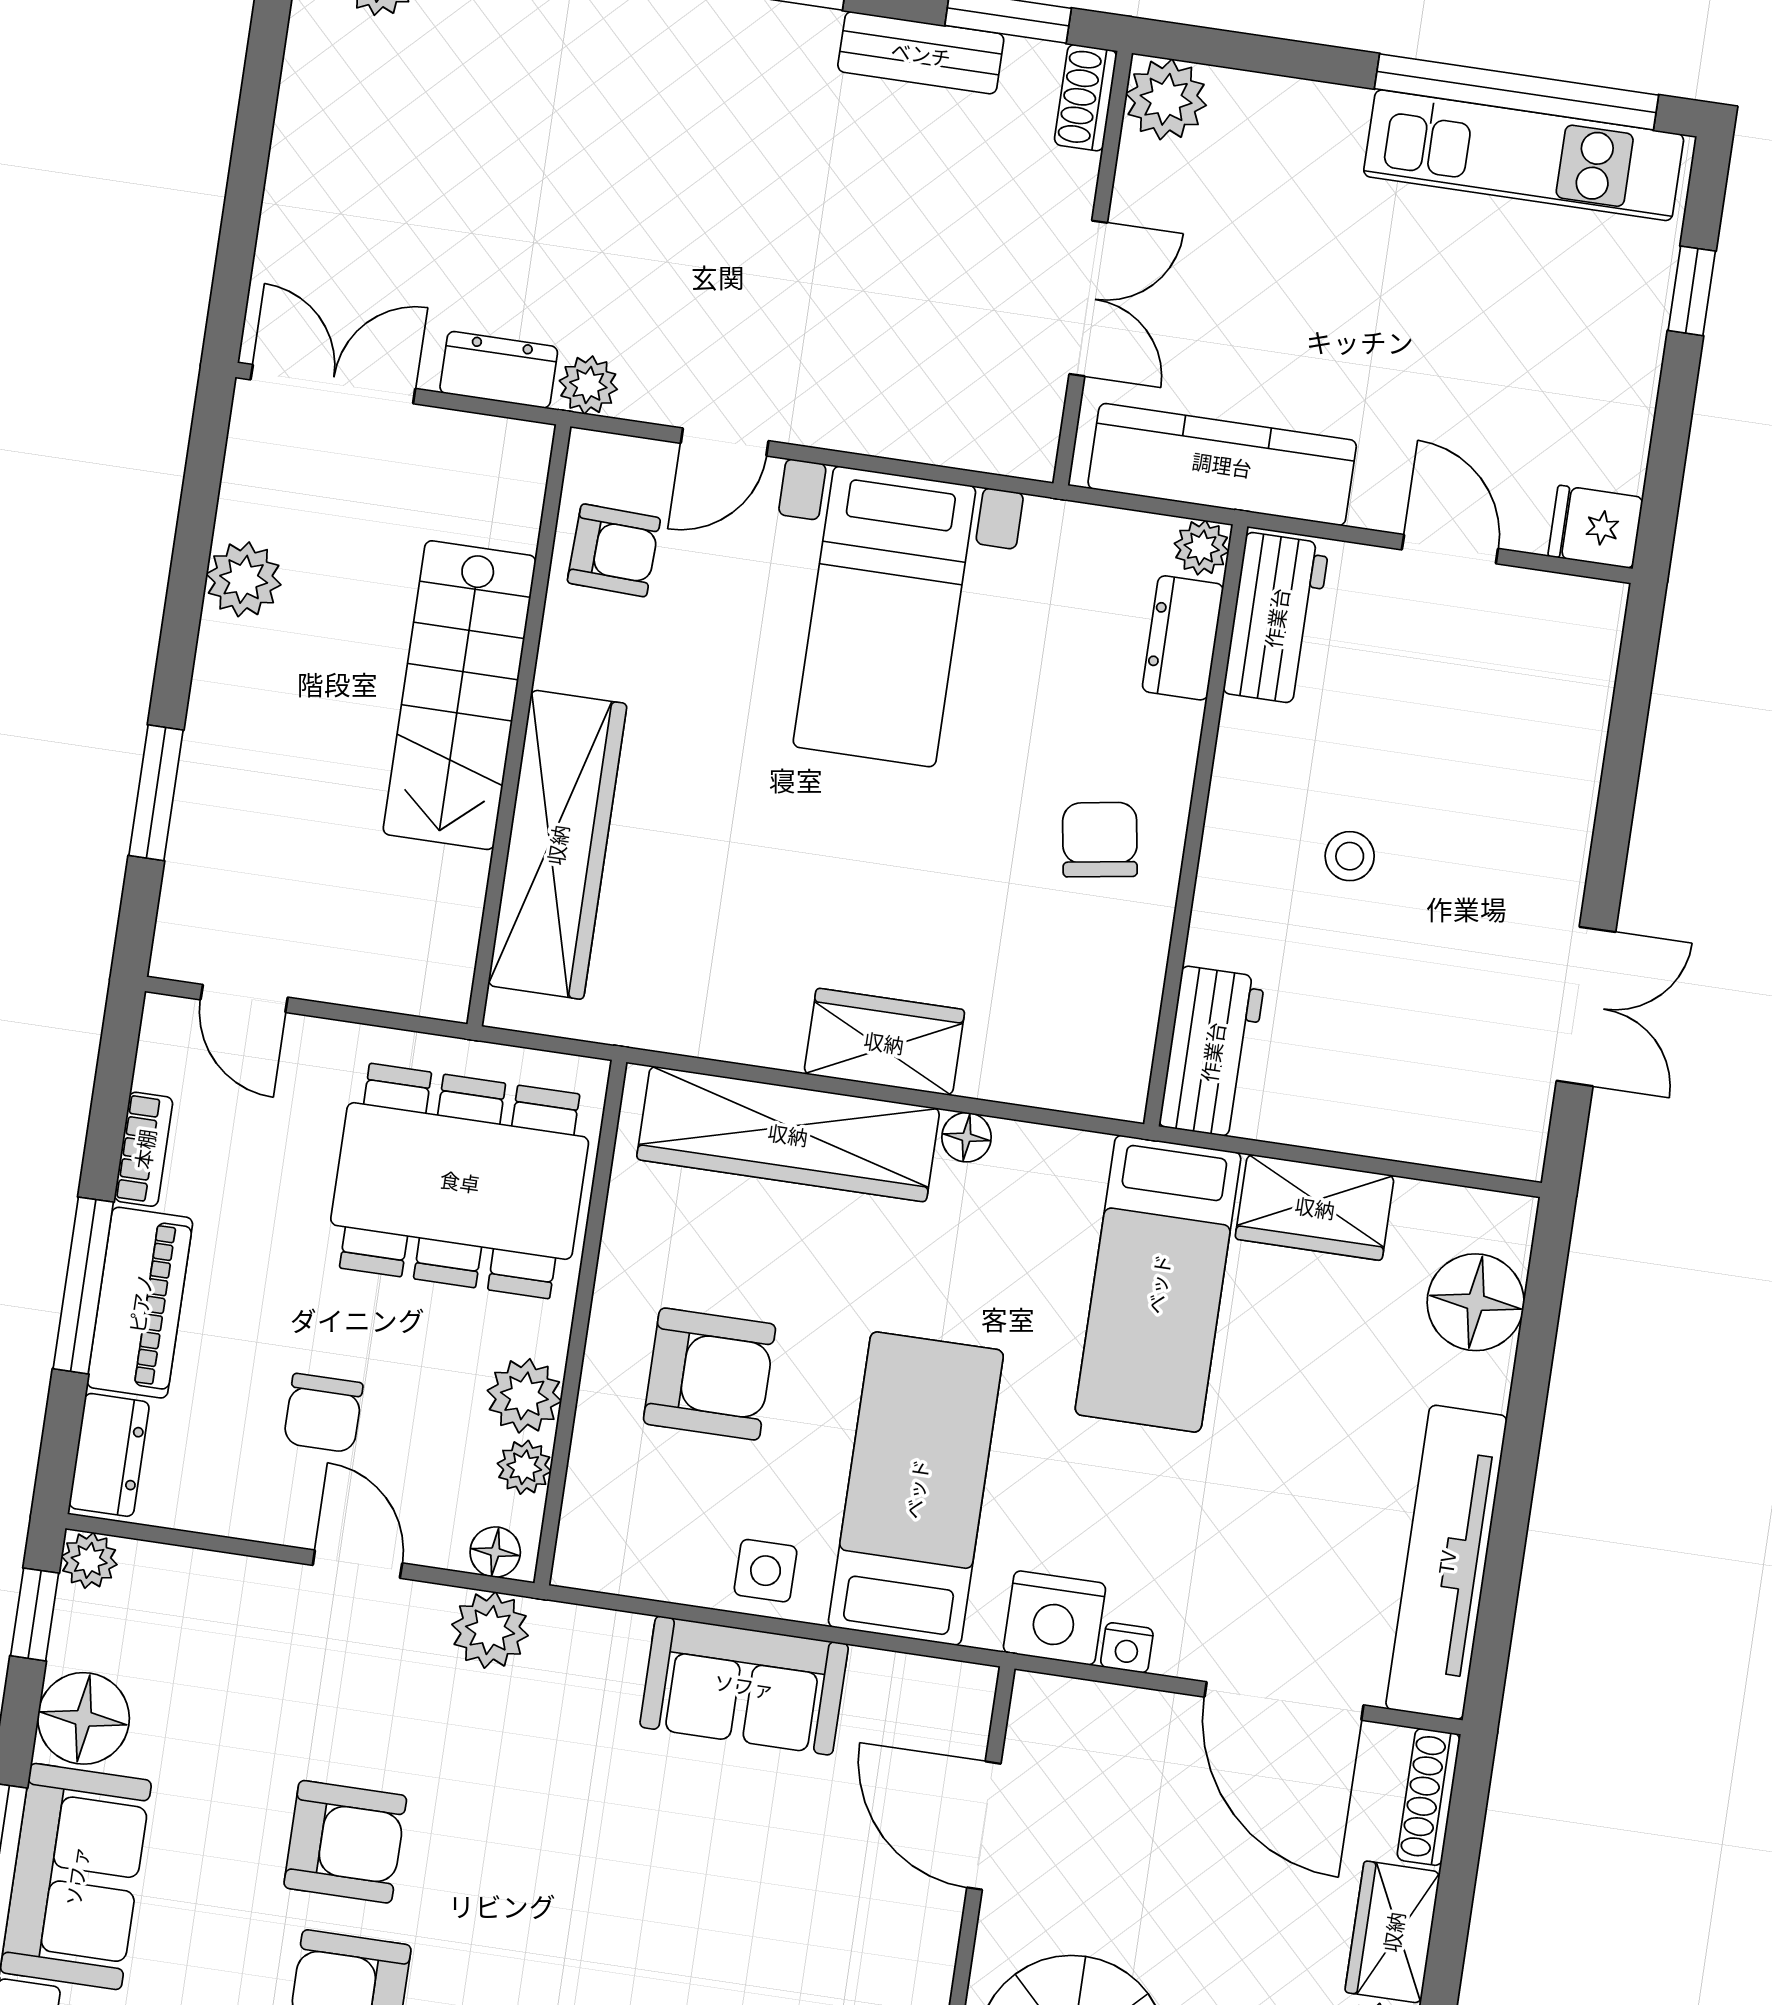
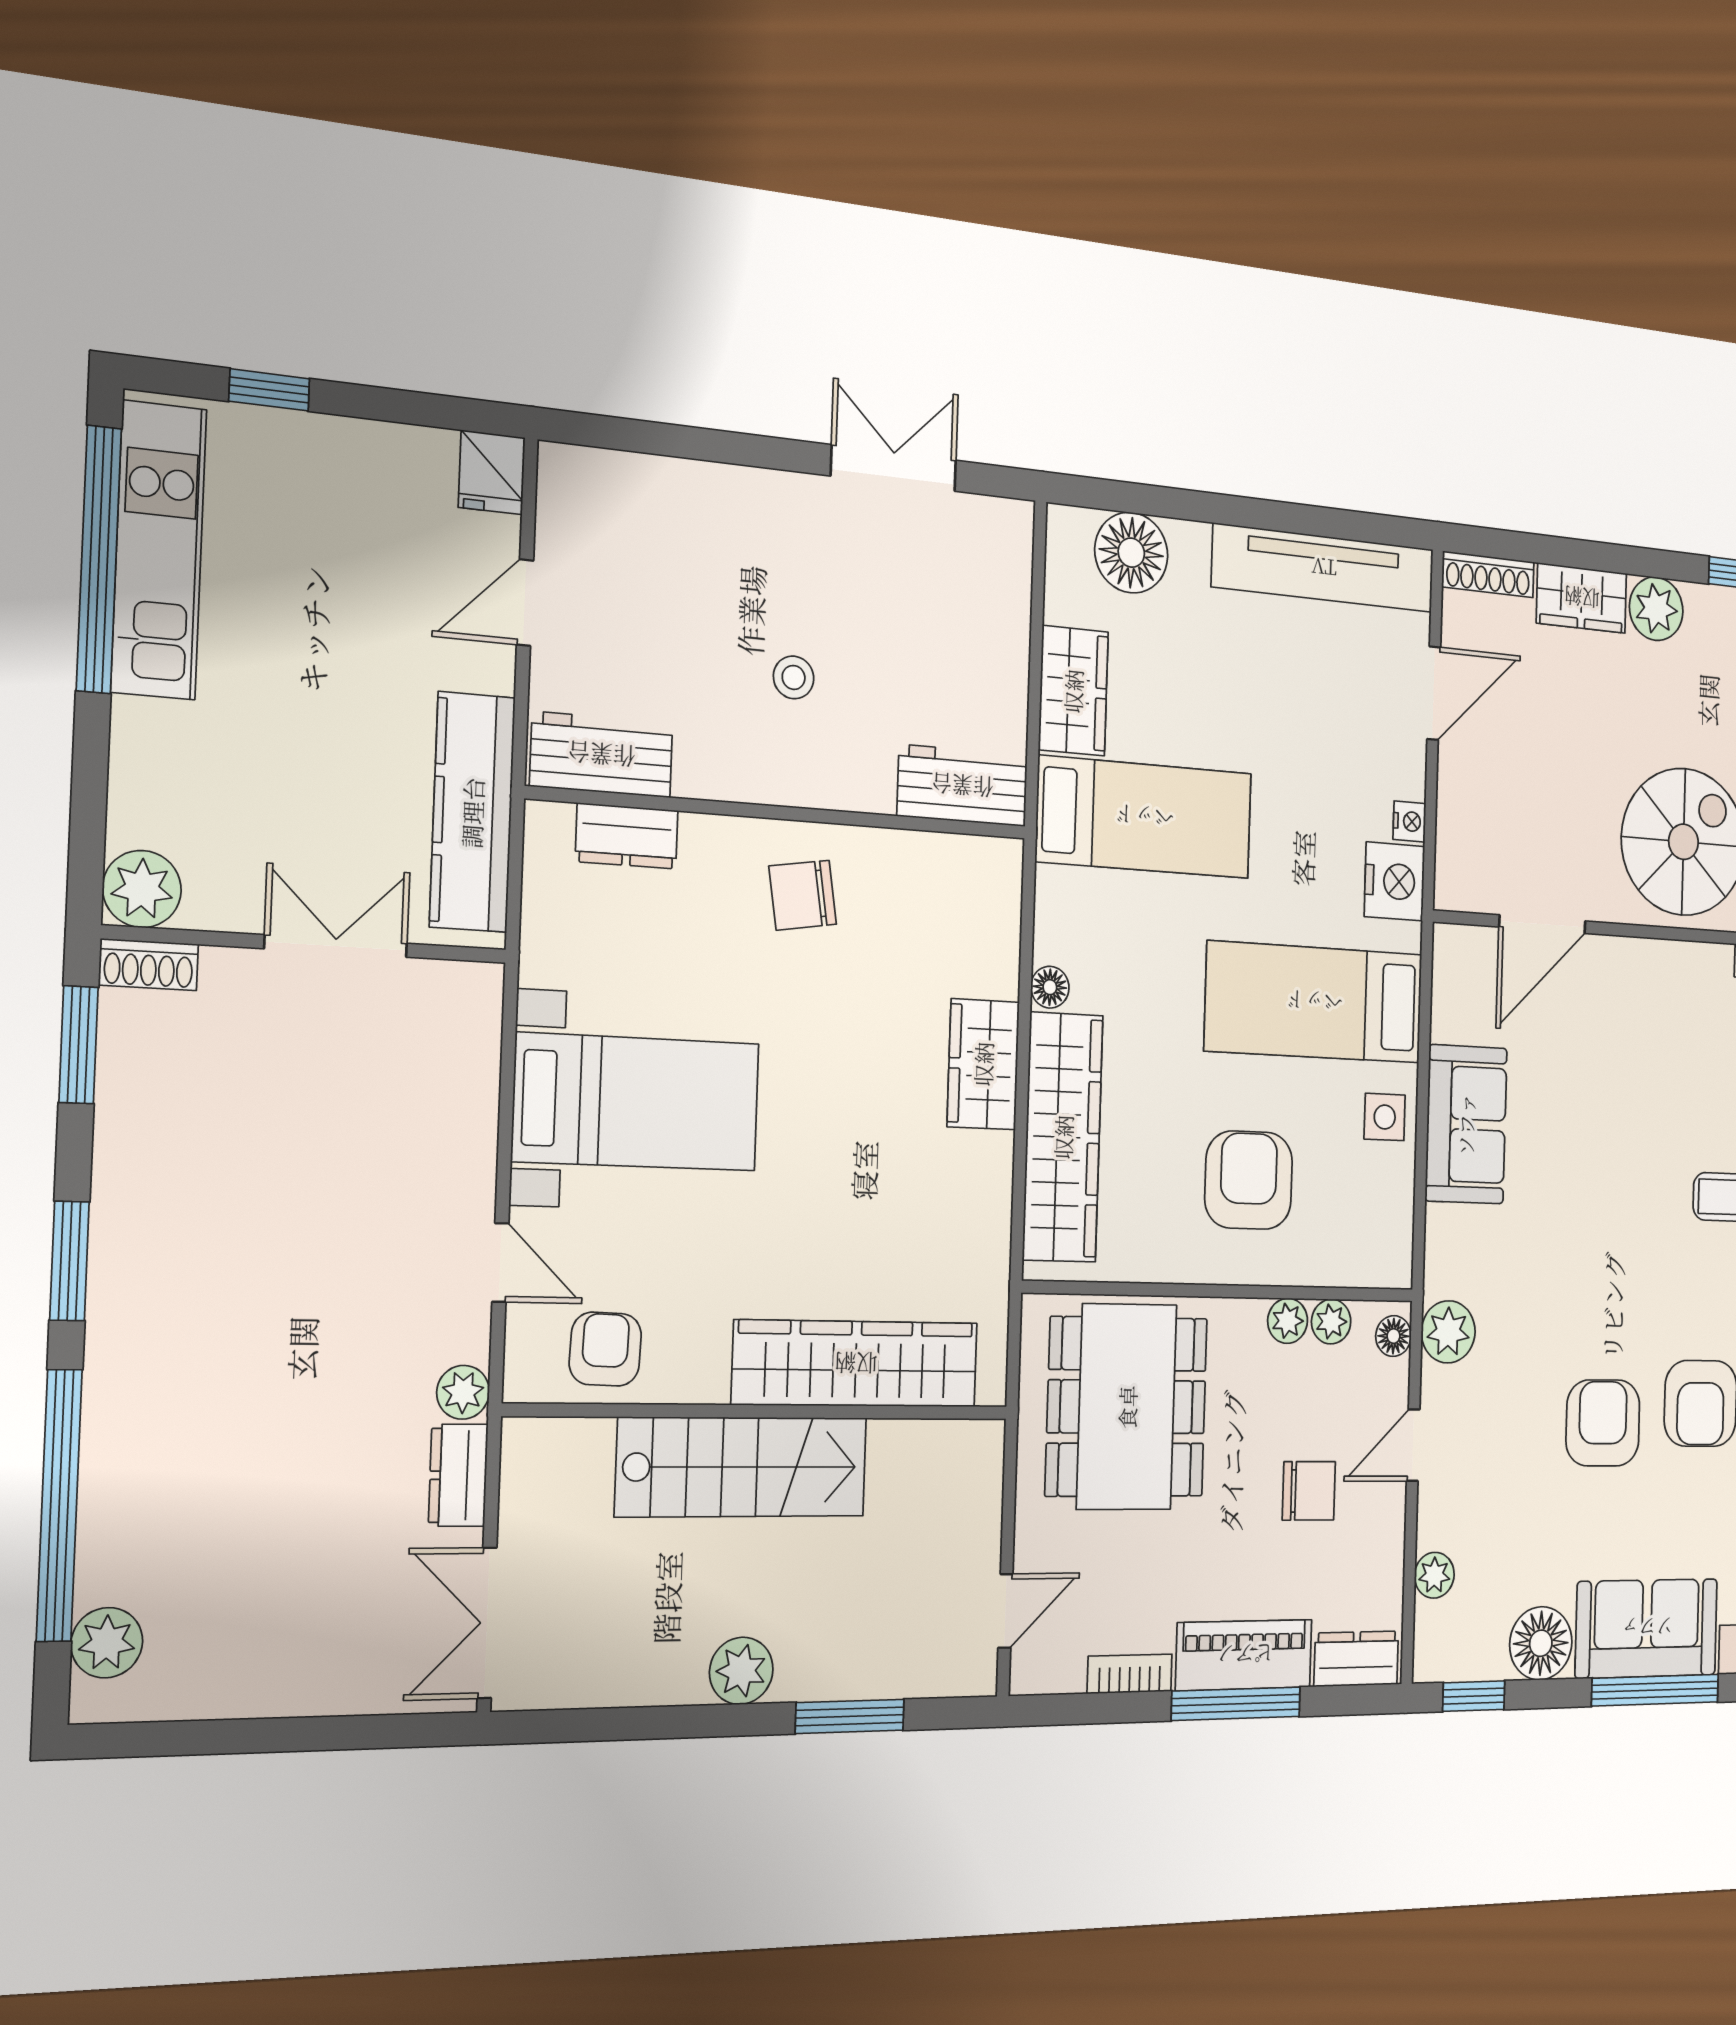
bench: (921, 53) -> (122, 1124), removed
plant: (1202, 548) -> (547, 825), removed
plant: (244, 579) -> (741, 1671), moved
plant: (524, 1396) -> (1288, 1321), width x0.73, depth x0.73
plant: (89, 1560) -> (1434, 1575), moved
door: (1284, 1701) -> (1434, 693), width x0.73

